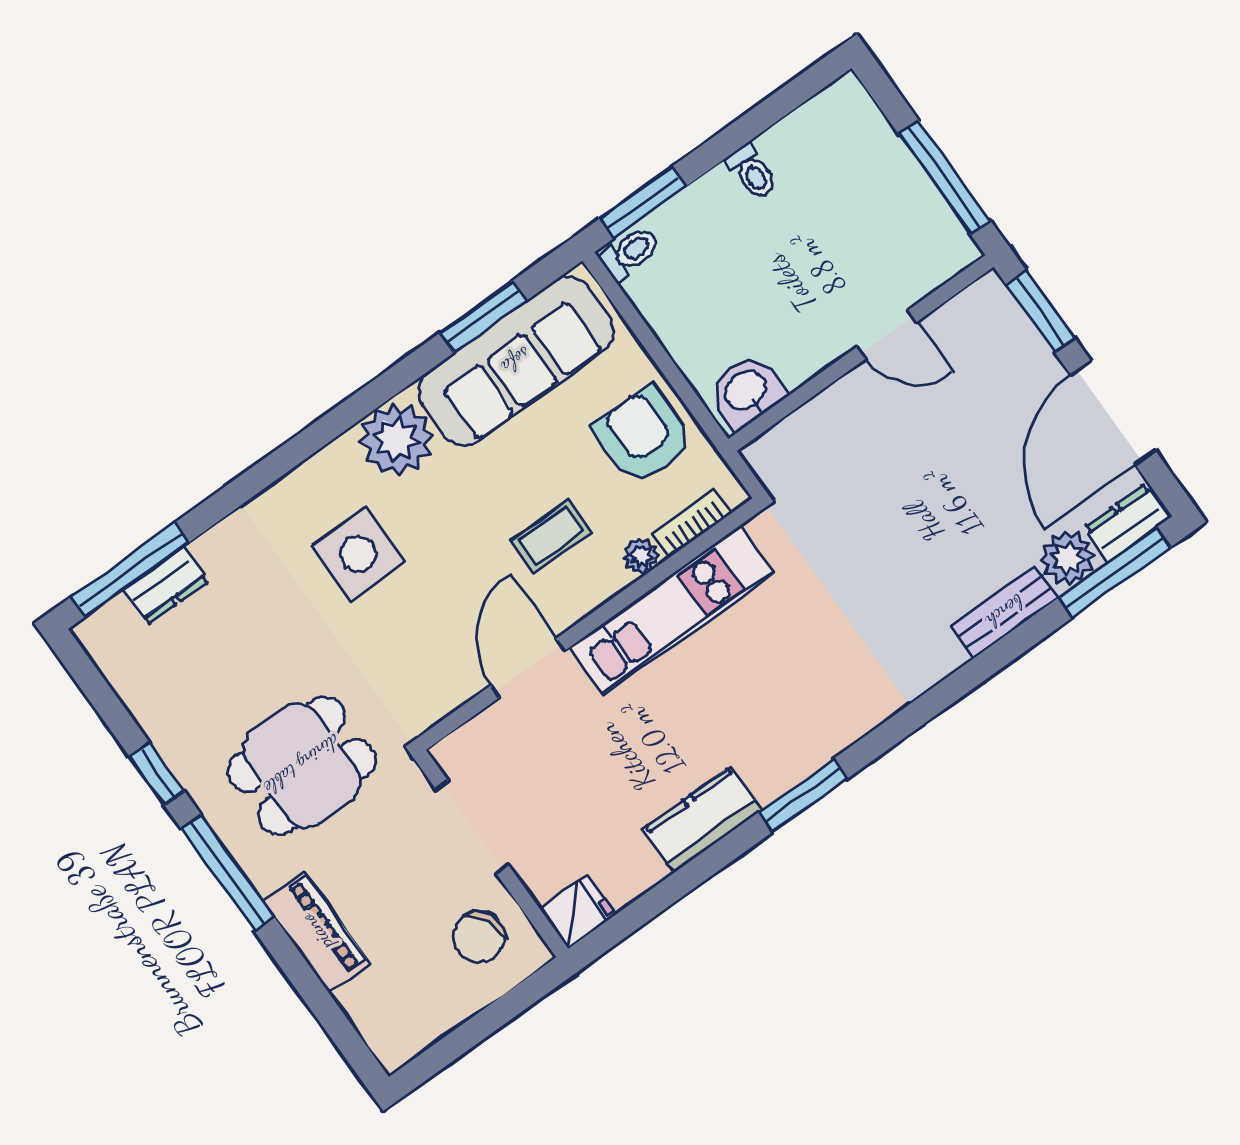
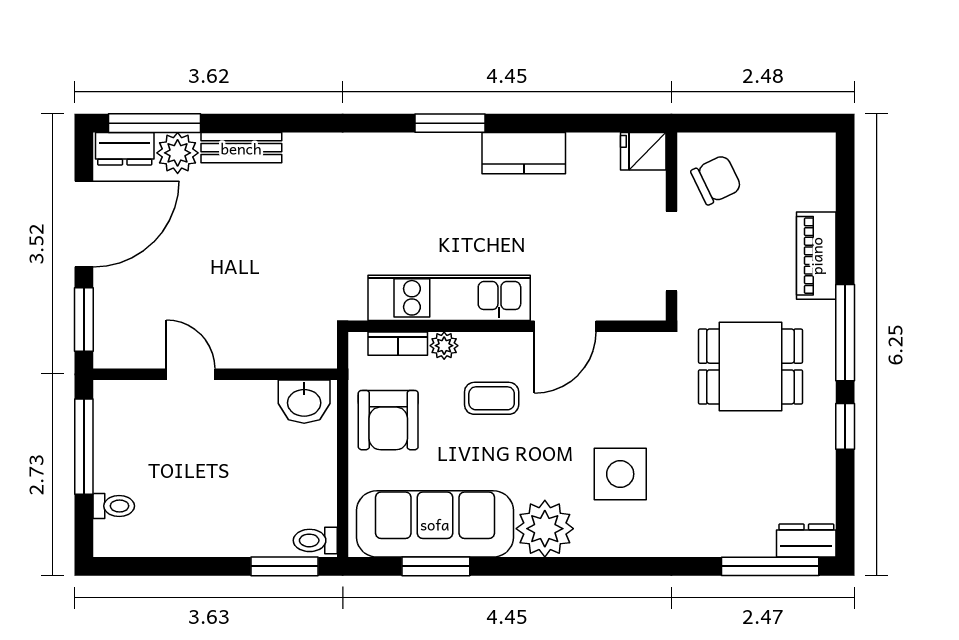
toilet: (752, 172) -> (114, 506), moved, turned 90
dresser: (166, 585) -> (806, 541), moved

